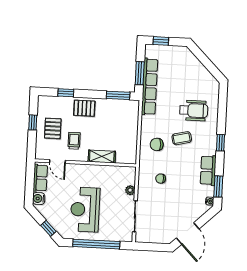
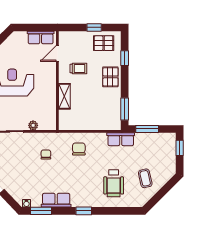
row of seats: (150, 87) -> (121, 139), width x0.50
pallet: (53, 128) -> (104, 43), moved
coffee table: (182, 138) -> (145, 178), moved
water cooler: (39, 199) -> (21, 37), removed

